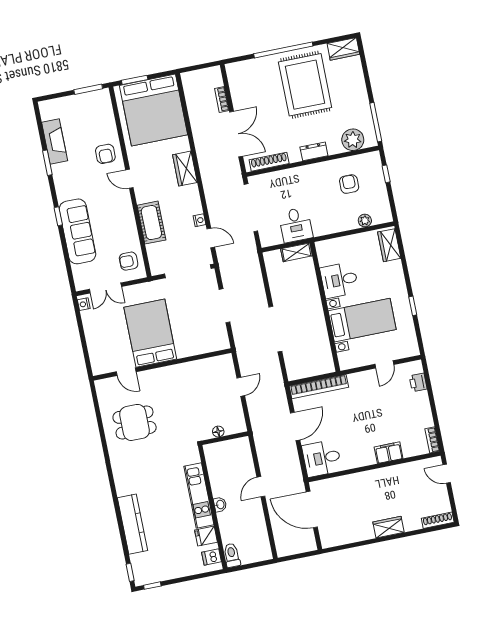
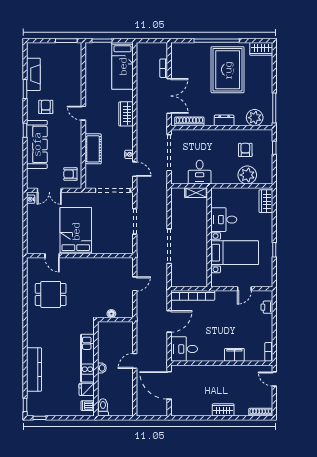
bed: (154, 110) -> (123, 66), width x0.49
armchair: (105, 154) -> (46, 107), moved, turned 180
plant: (365, 221) -> (247, 175), width x1.88, depth x1.88

